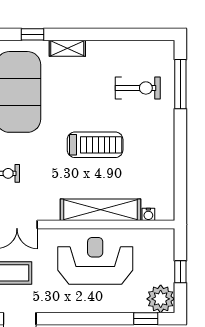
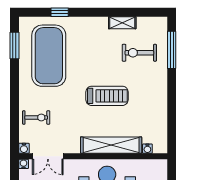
shelving: (67, 48) -> (122, 23), moved
exercise bike: (138, 88) -> (139, 53), turned 180

